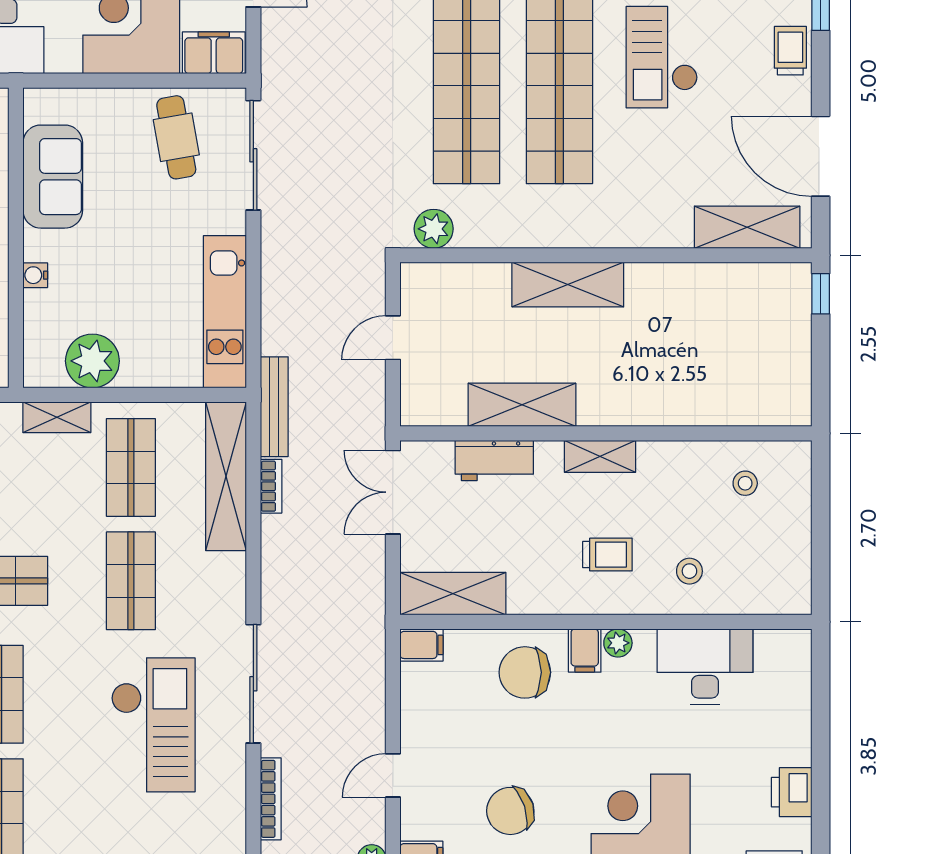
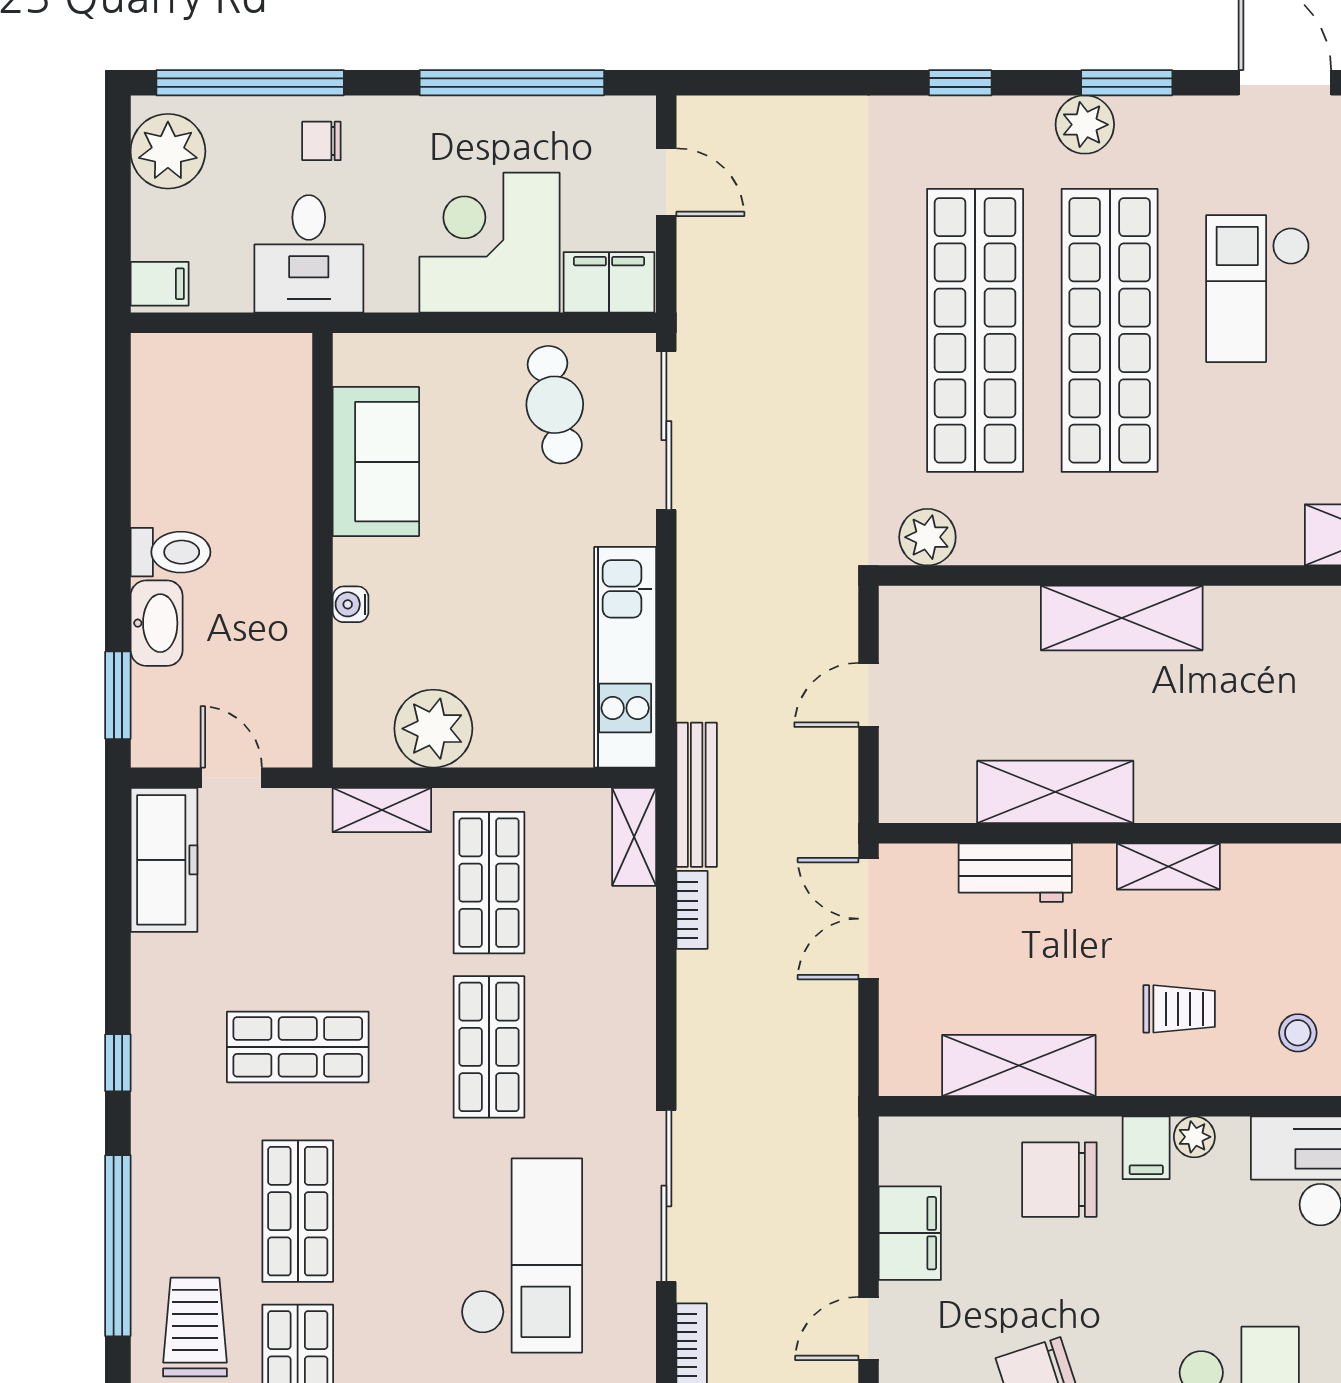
shelving: (226, 476) -> (634, 837), width x0.45, depth x0.75
shelving: (453, 594) -> (1019, 1065), moved
filing cabinet: (421, 645) -> (910, 1233), moved, width x2.00

